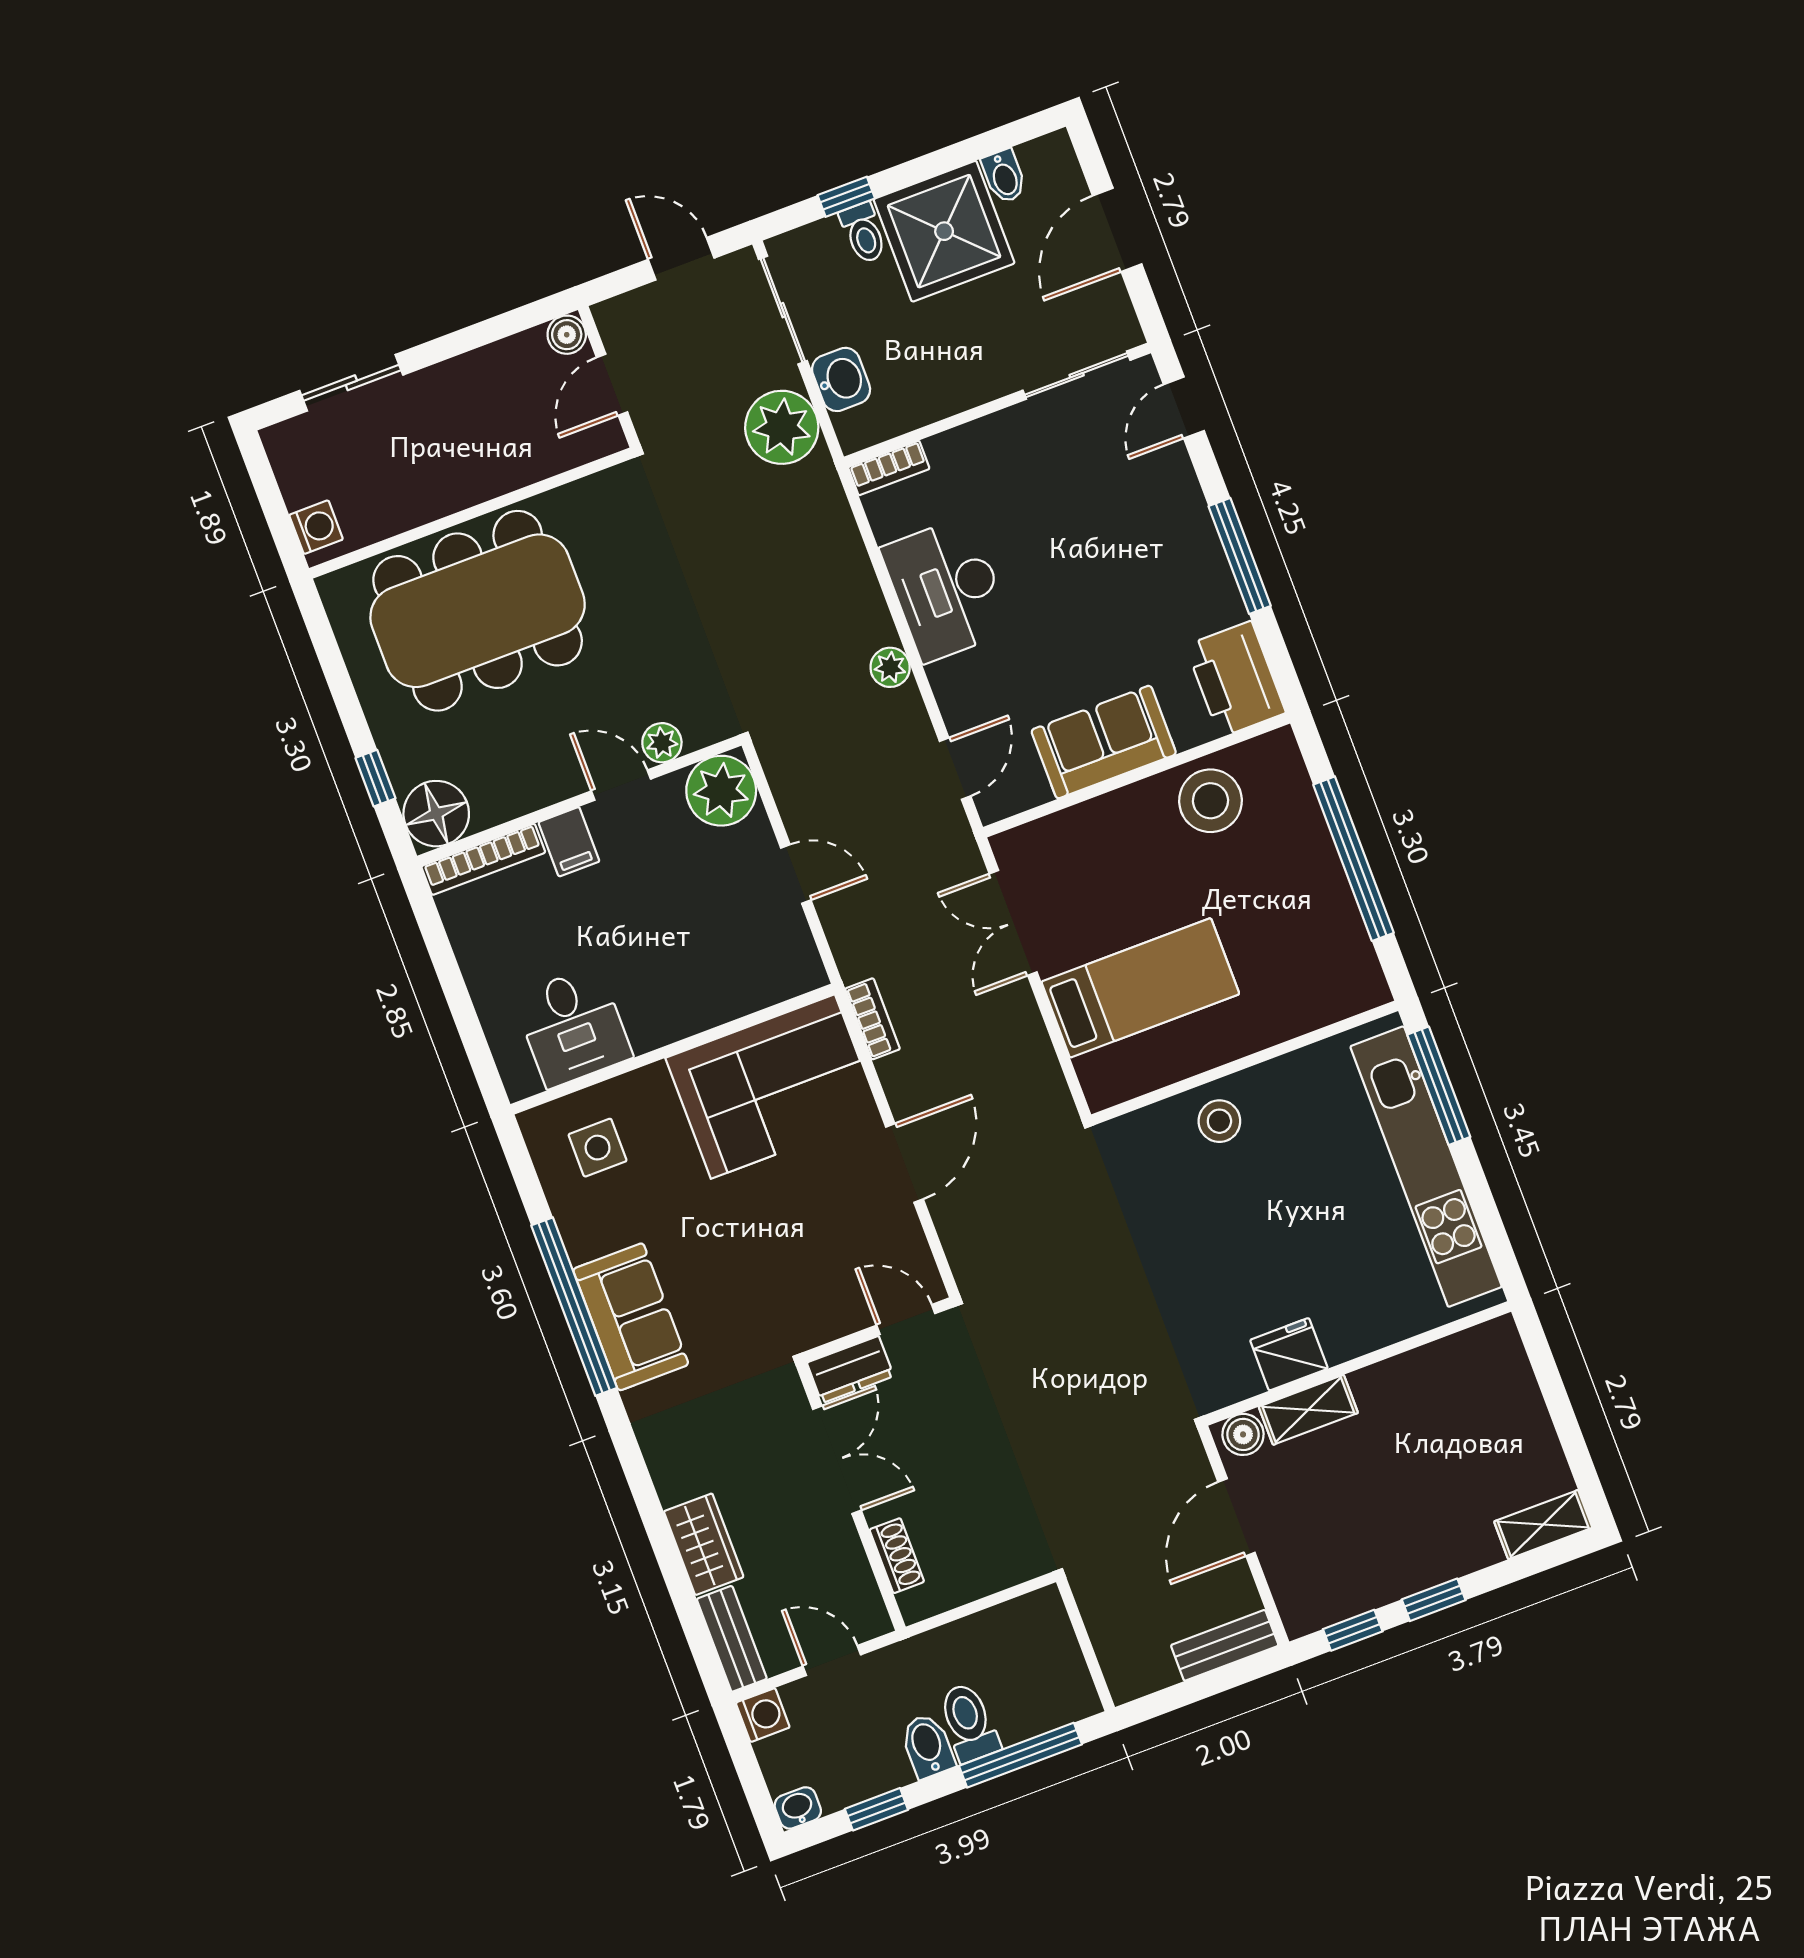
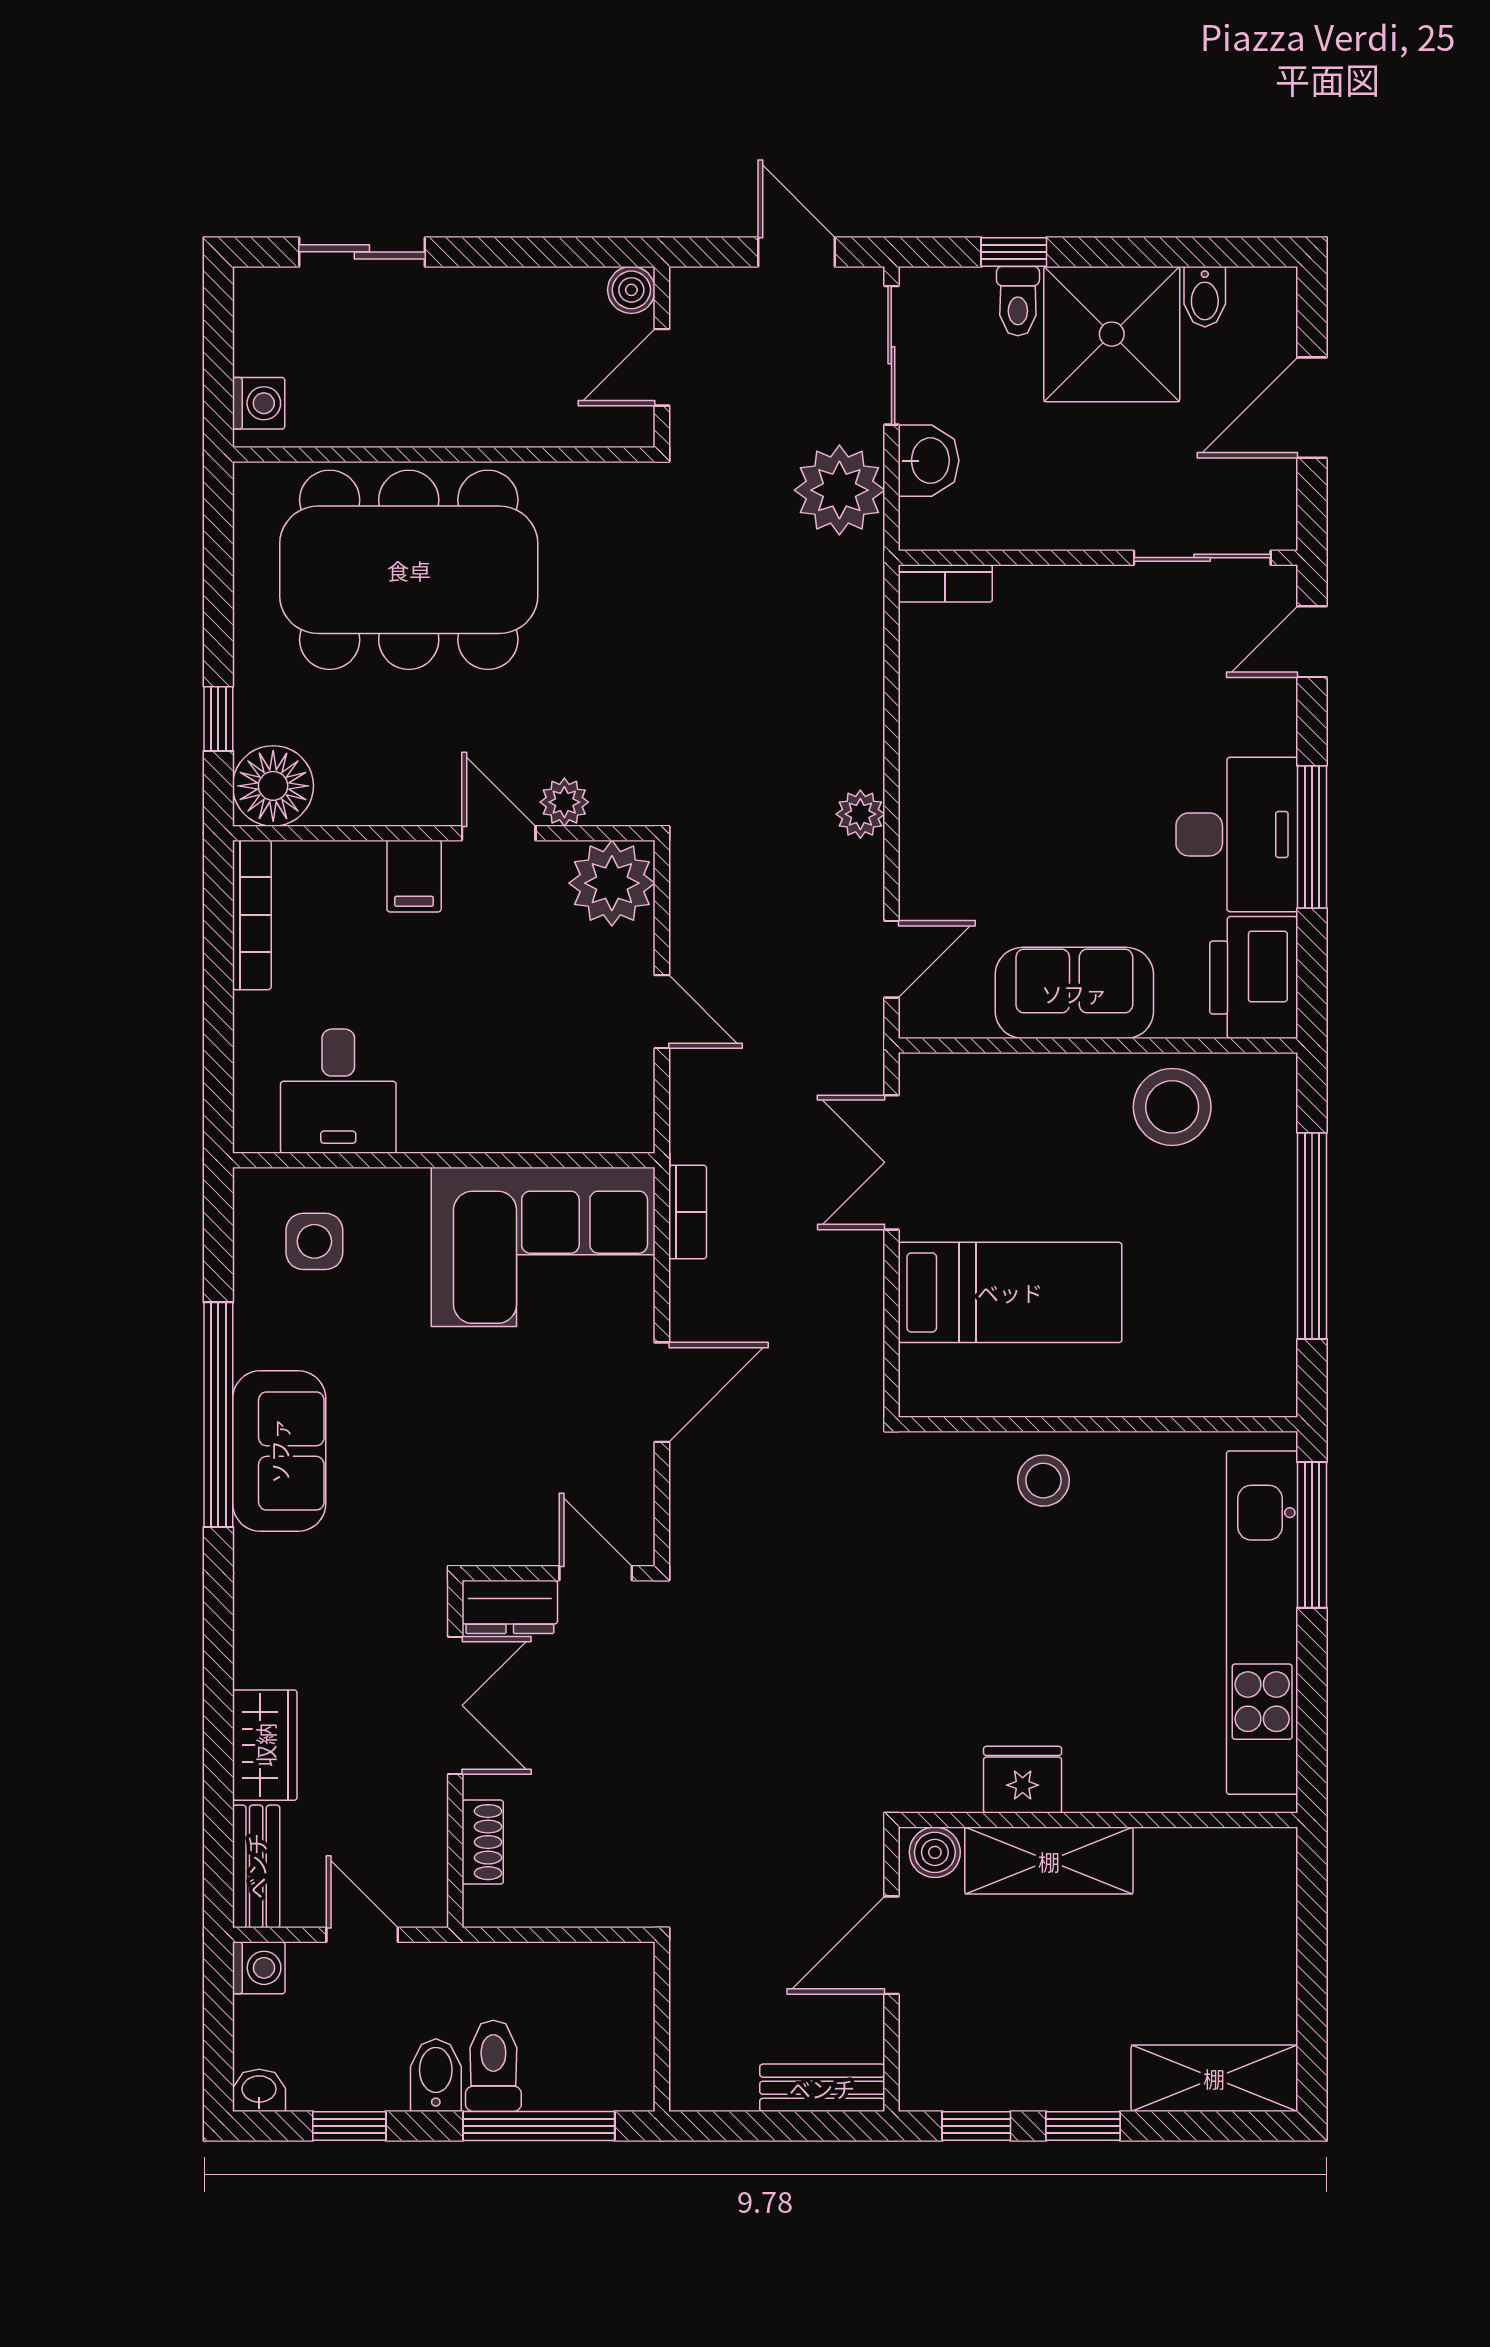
desk: (946, 589) -> (1237, 834), moved, turned 180
bookcase: (483, 859) -> (252, 915), moved, turned -90
shelving: (1308, 1410) -> (1049, 1861), width x1.50, depth x1.33
shelving: (1543, 1525) -> (1214, 2078), width x1.50, depth x1.33

